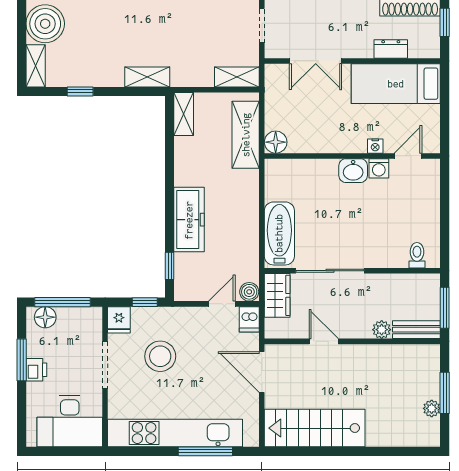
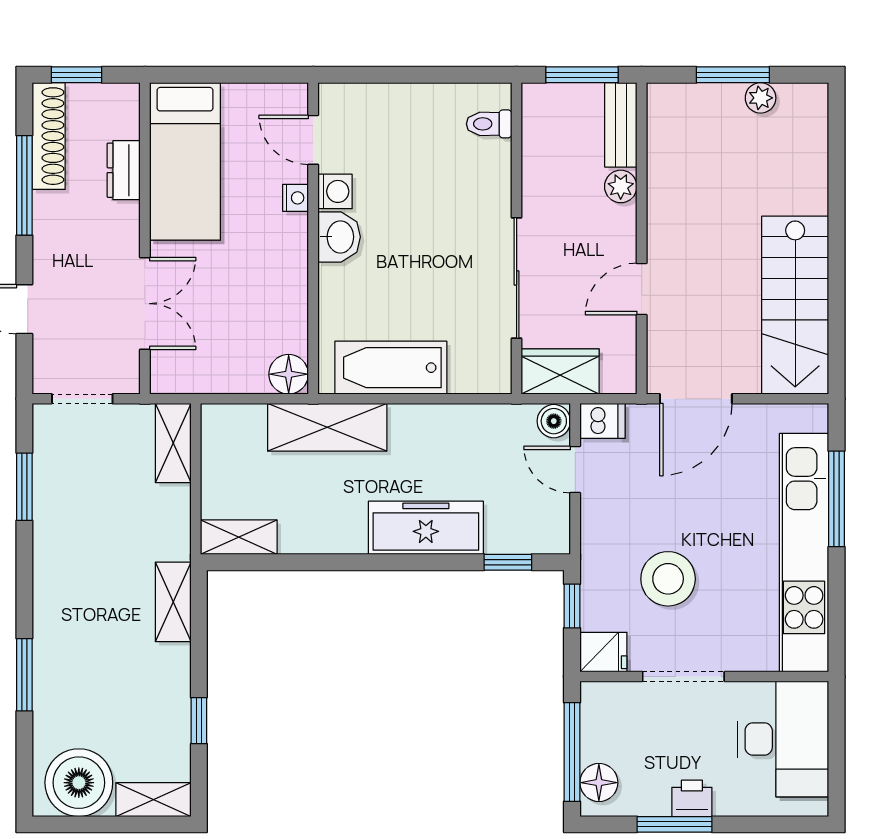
shelving: (246, 135) -> (327, 427), moved
bathtub: (279, 233) -> (391, 368), moved

